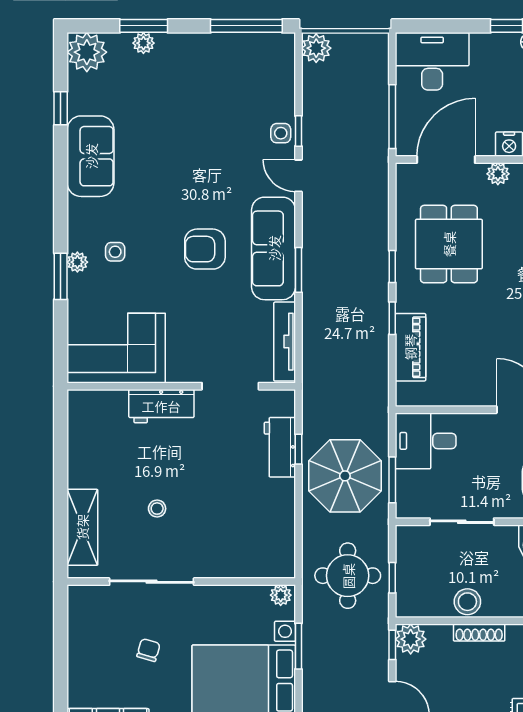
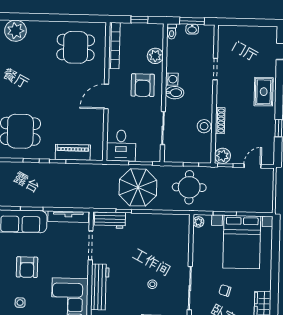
armchair: (205, 249) -> (27, 267), moved
workbench: (161, 406) -> (100, 287), width x1.38
workbench: (280, 447) -> (110, 220), moved

